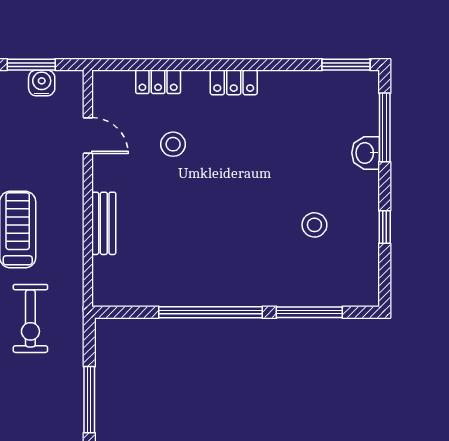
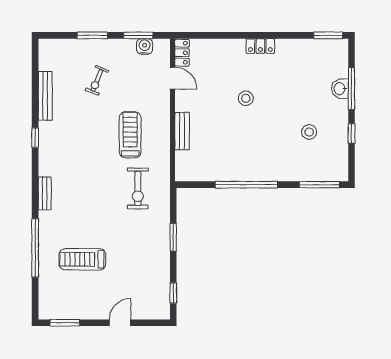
locker: (158, 82) -> (182, 53), moved, turned -90
window: (385, 127) -> (351, 89), moved
stool: (173, 144) -> (246, 98), moved
window: (309, 312) -> (319, 185), moved
window: (89, 400) -> (173, 237), width x0.69

